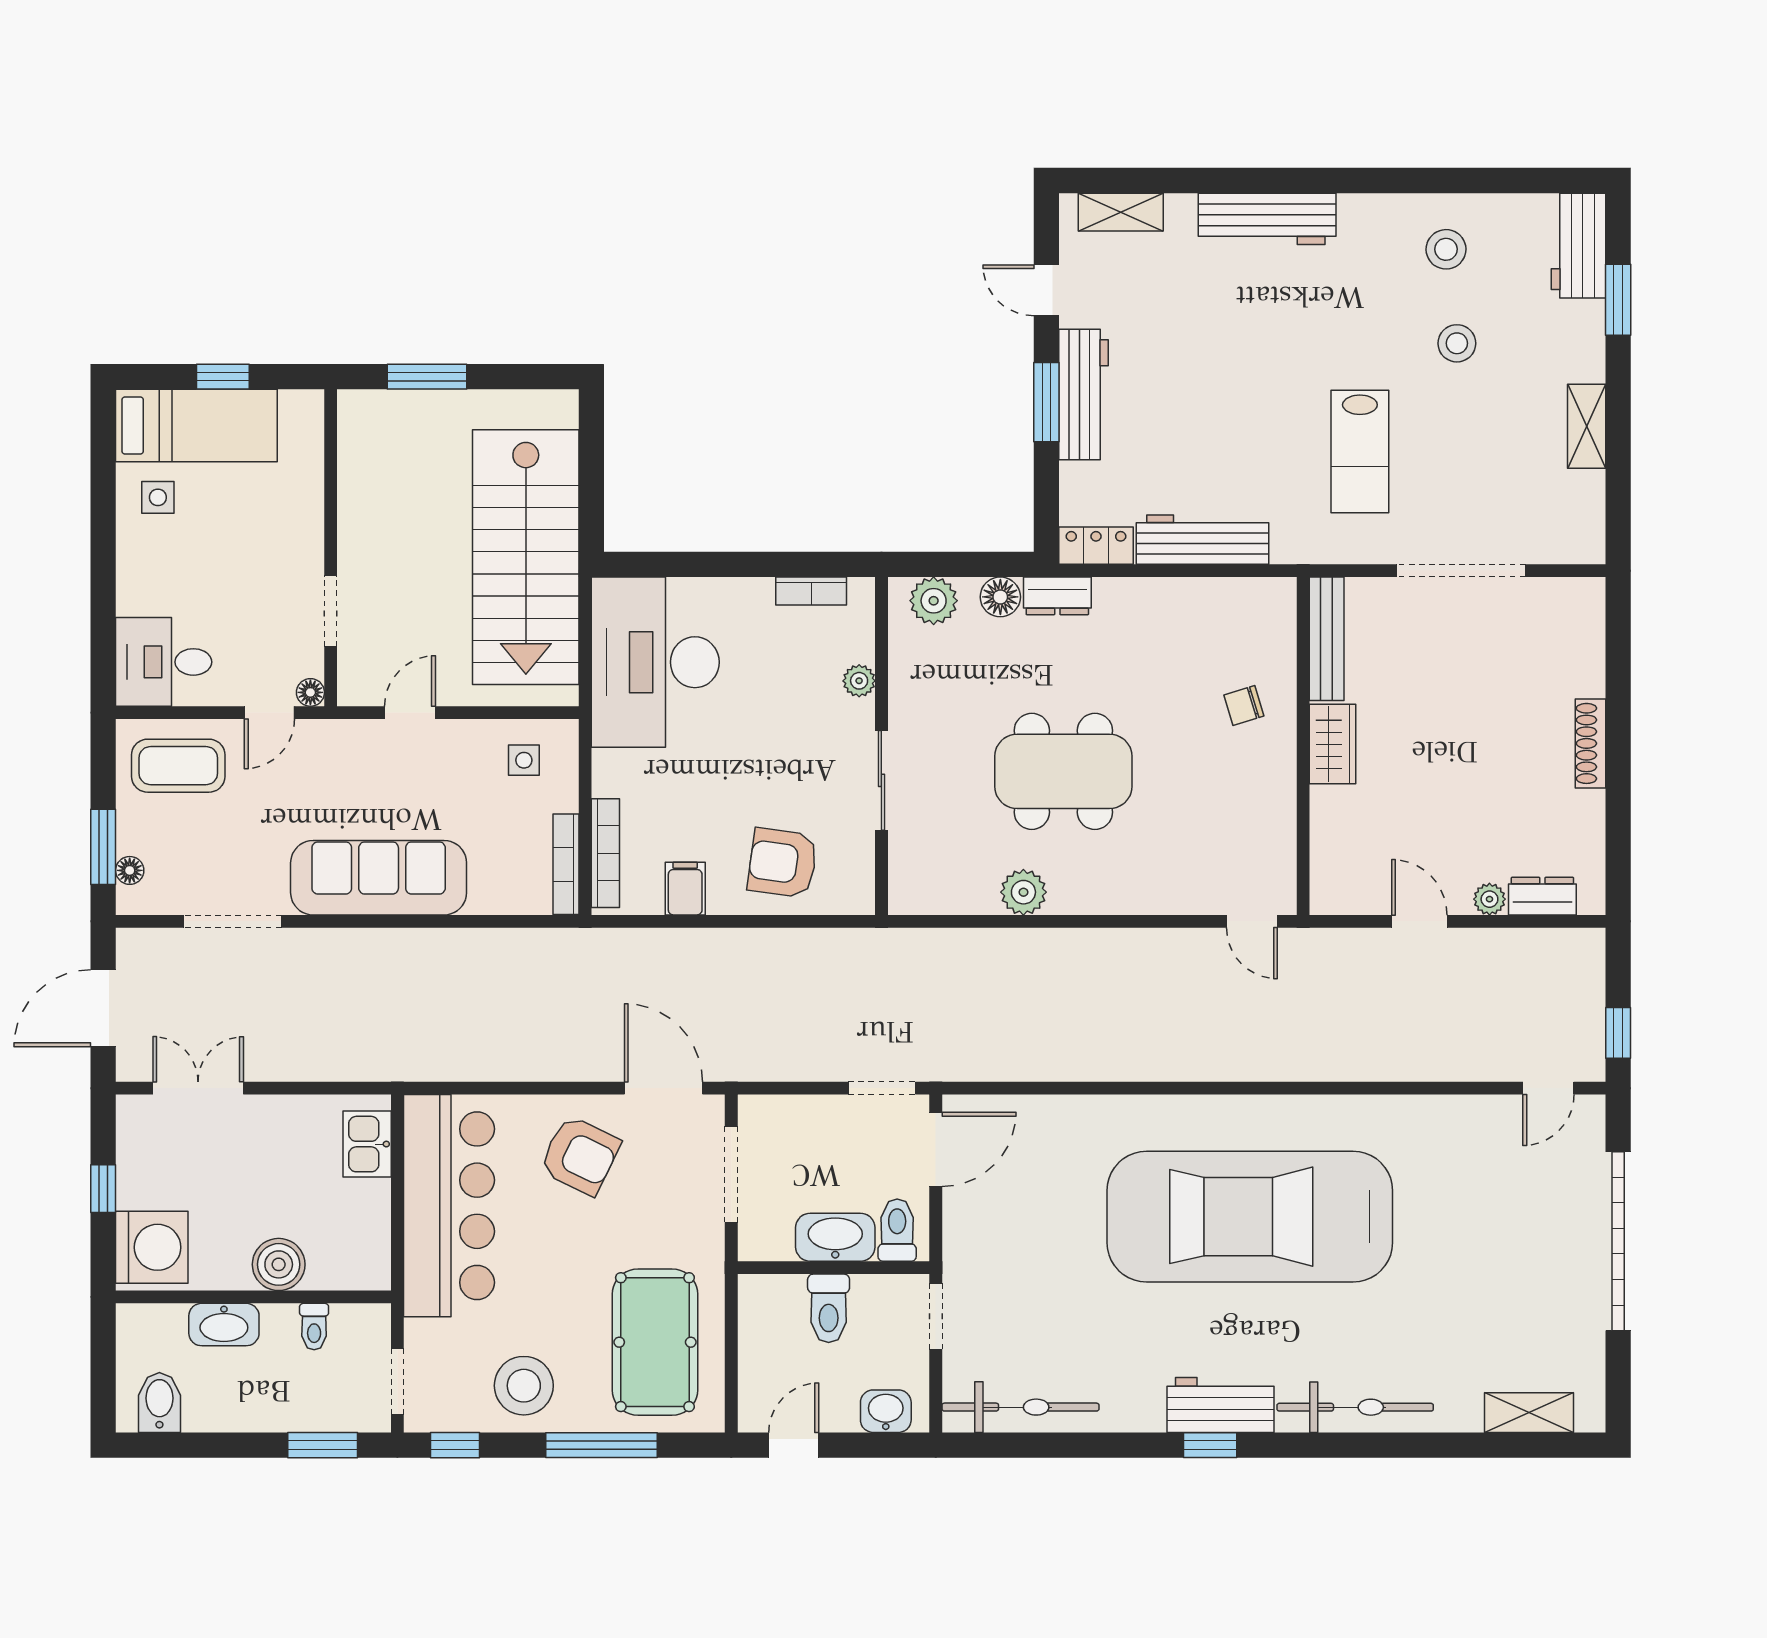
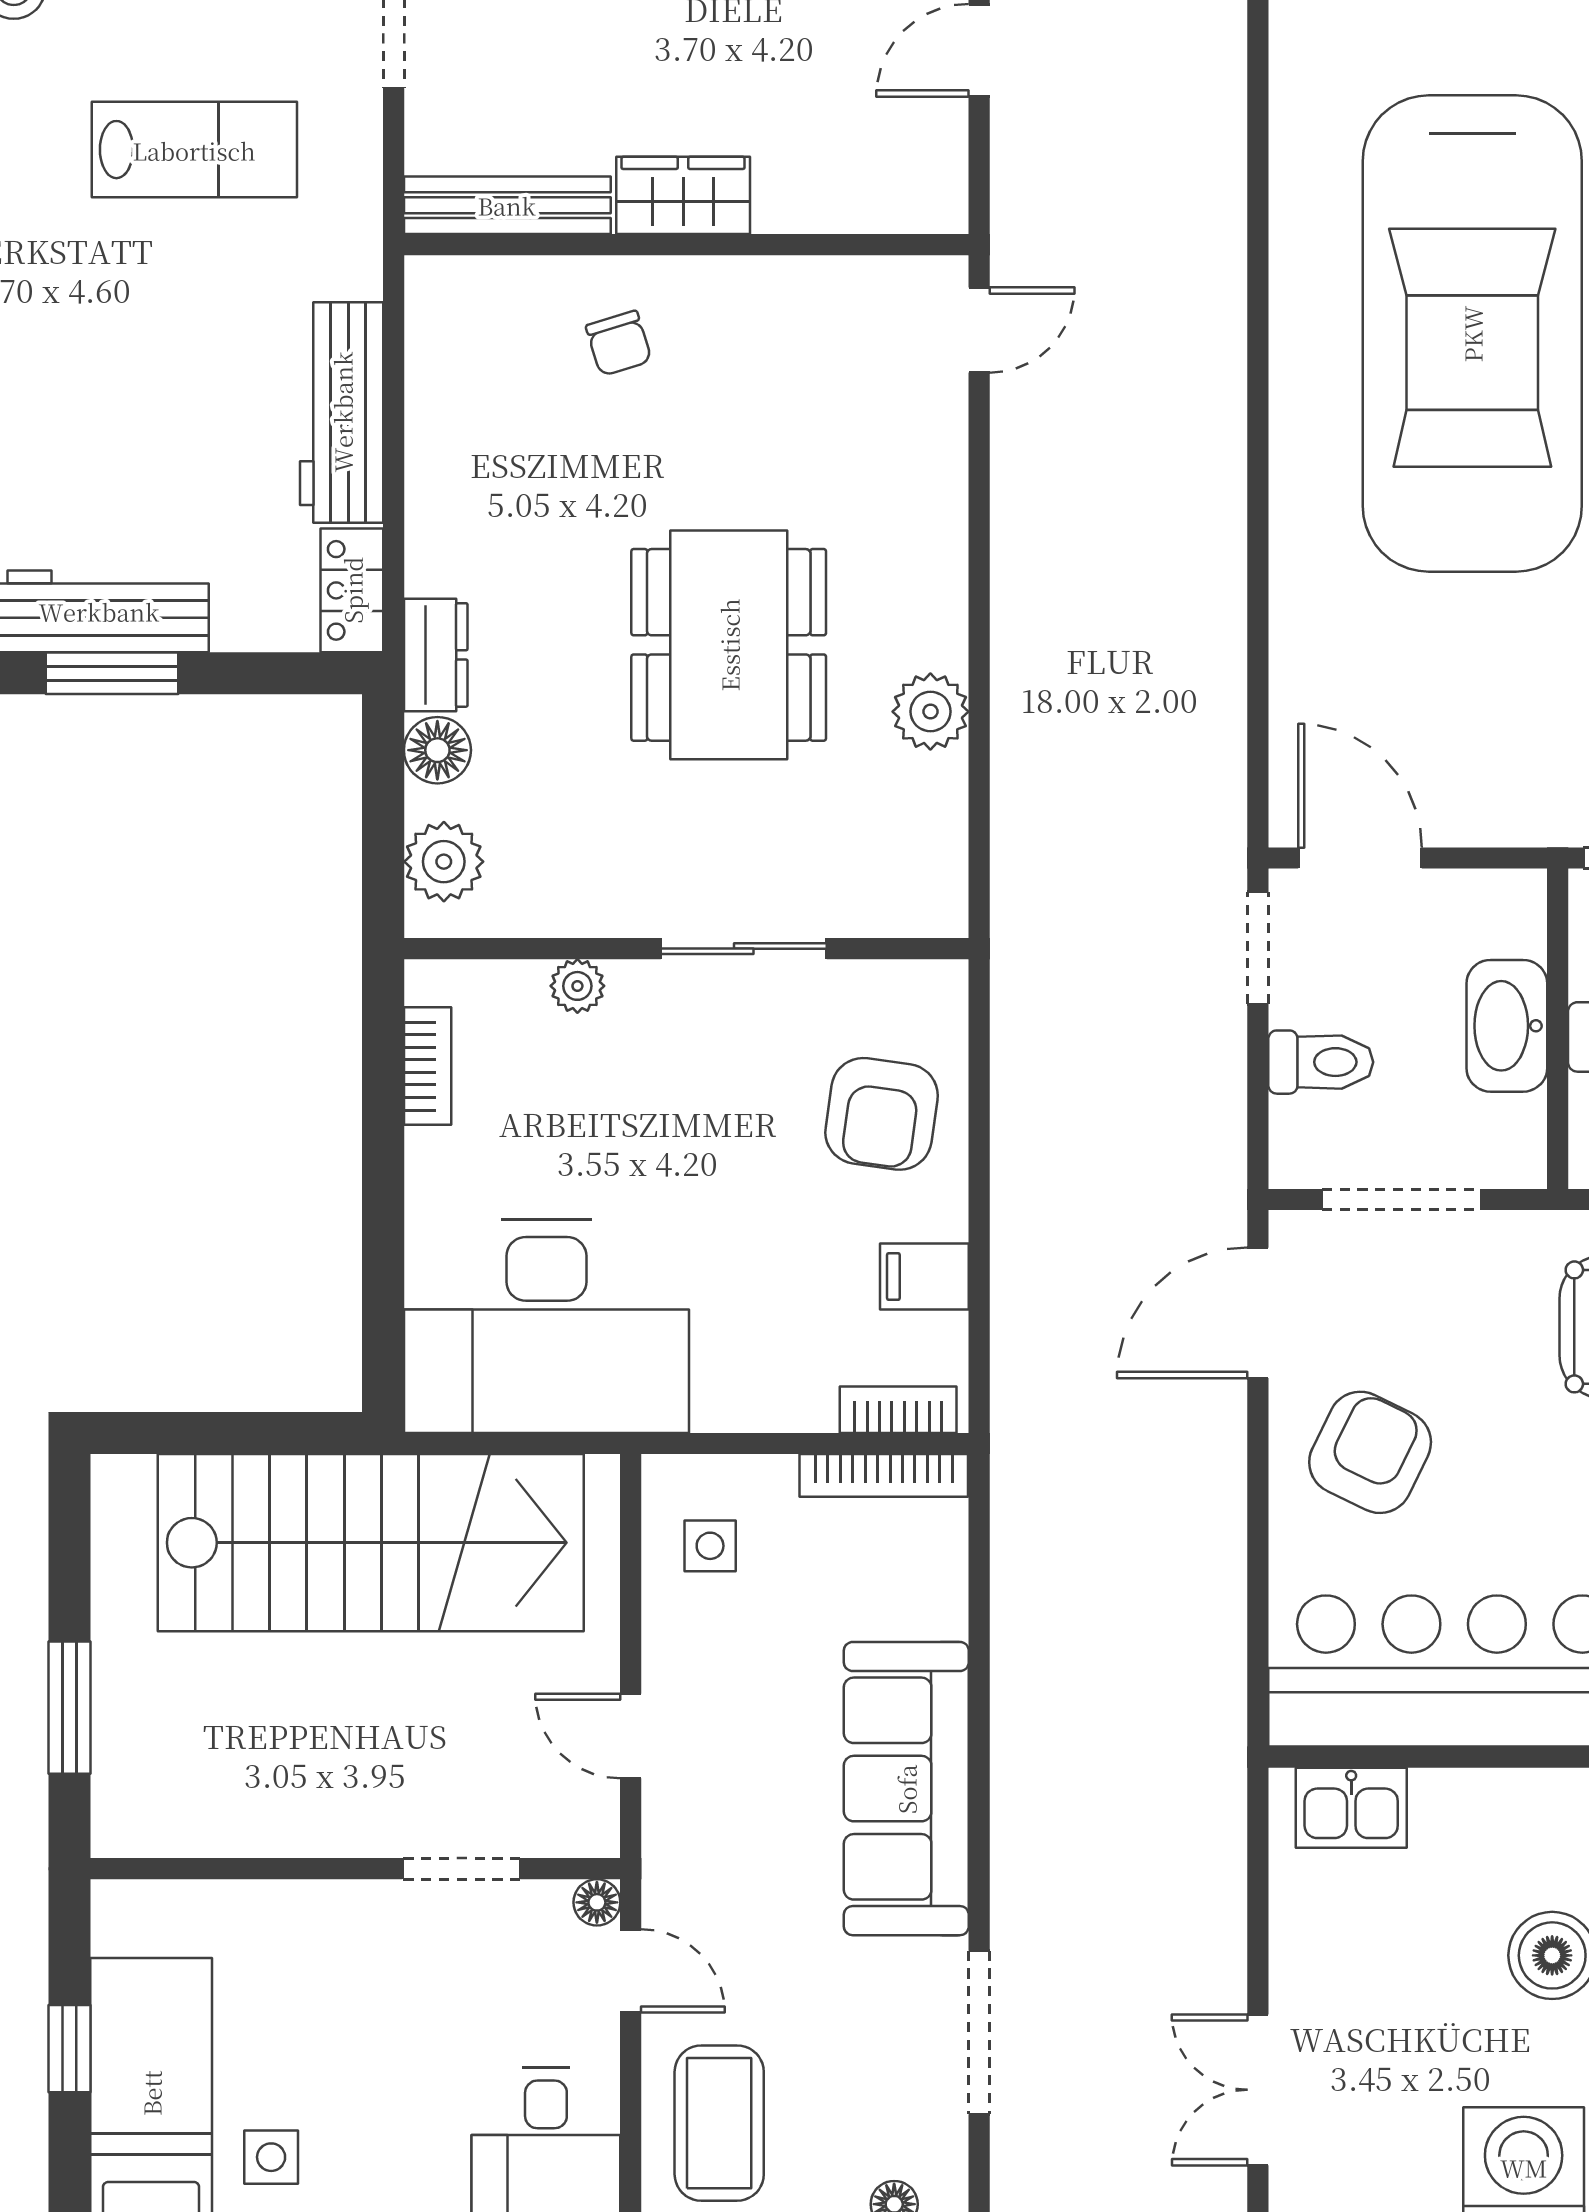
bookcase: (605, 853) -> (898, 1410), width x0.64
toilet: (897, 1230) -> (1321, 1062), moved, turned 180

